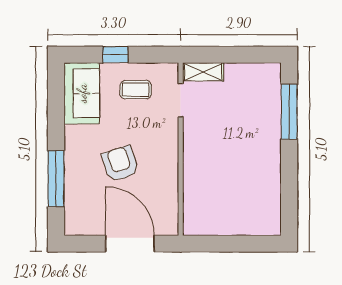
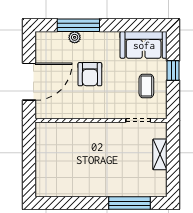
shelving: (203, 72) -> (160, 154), moved
armchair: (120, 164) -> (90, 74), turned 108
plant: (72, 184) -> (75, 37), added

